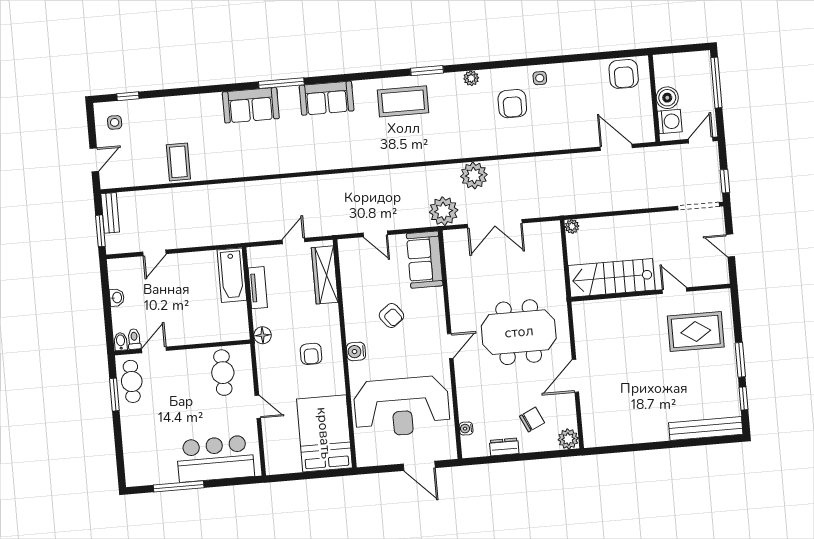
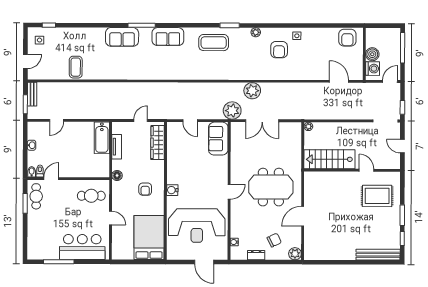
armchair: (391, 316) -> (195, 170), removed
cafe table: (223, 373) -> (91, 196), turned 90

